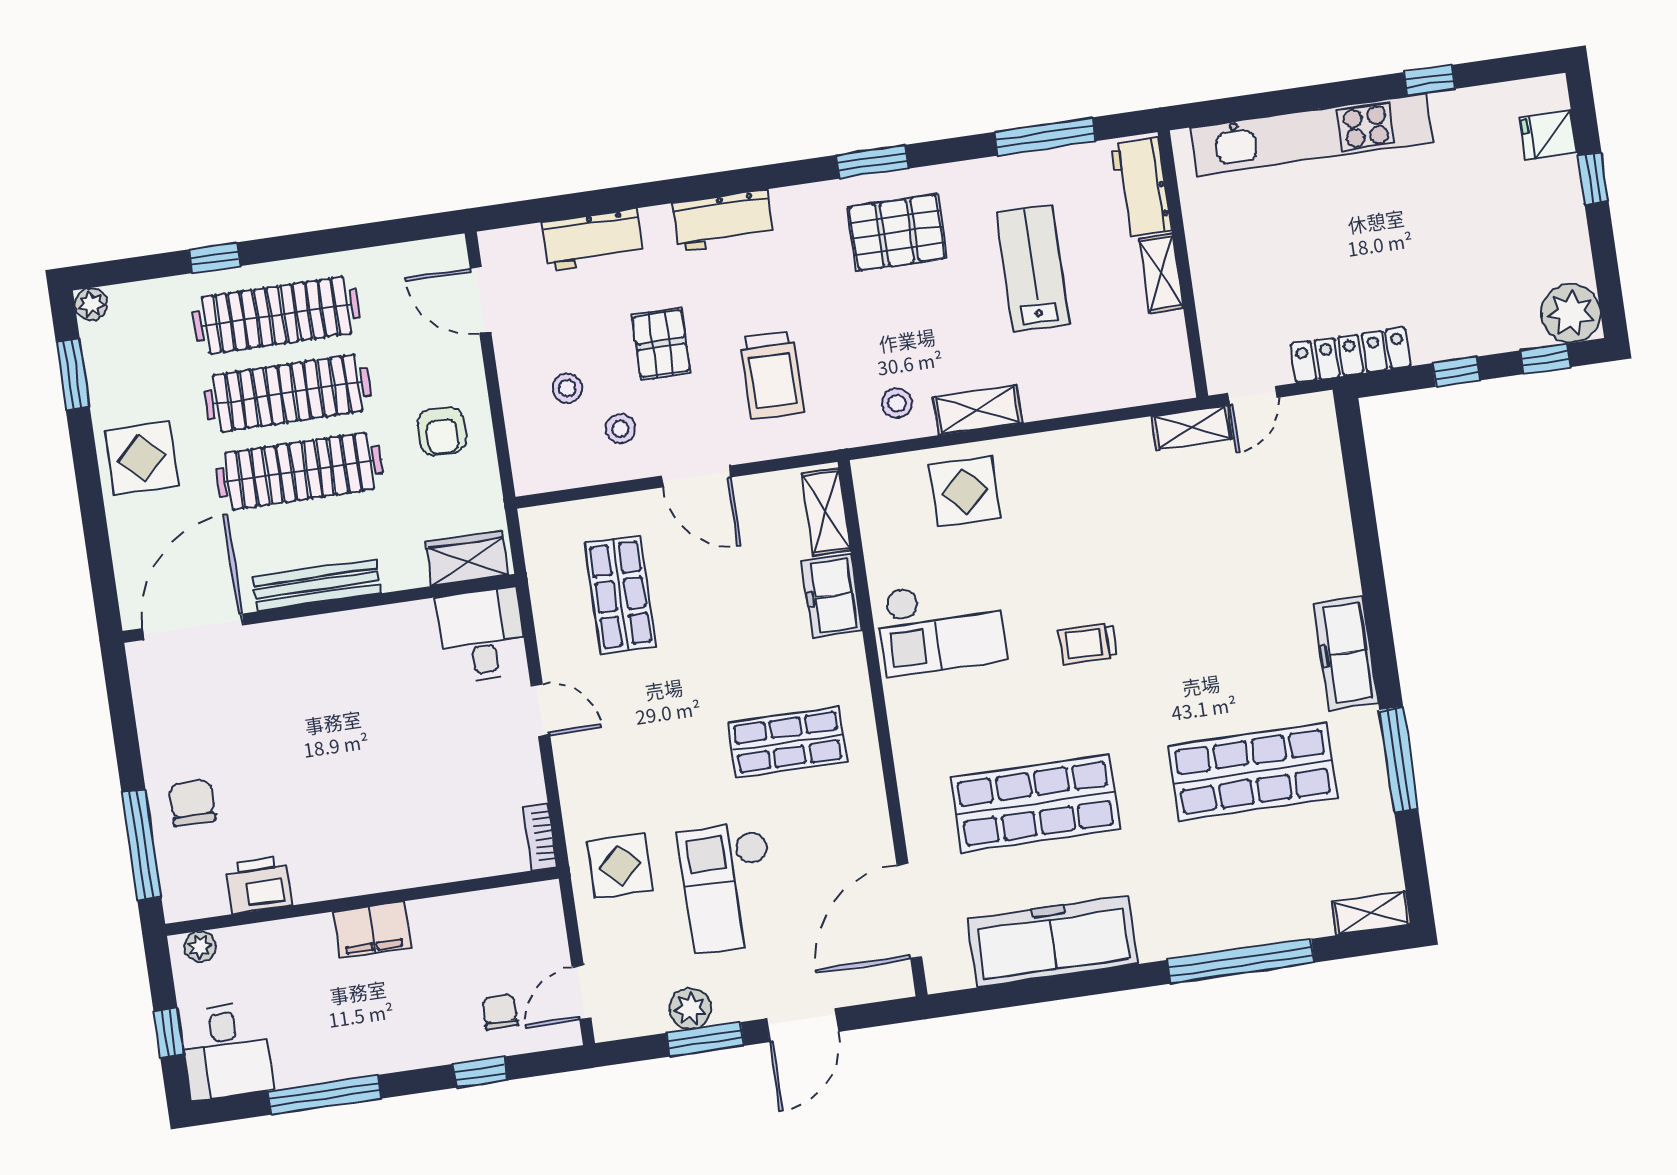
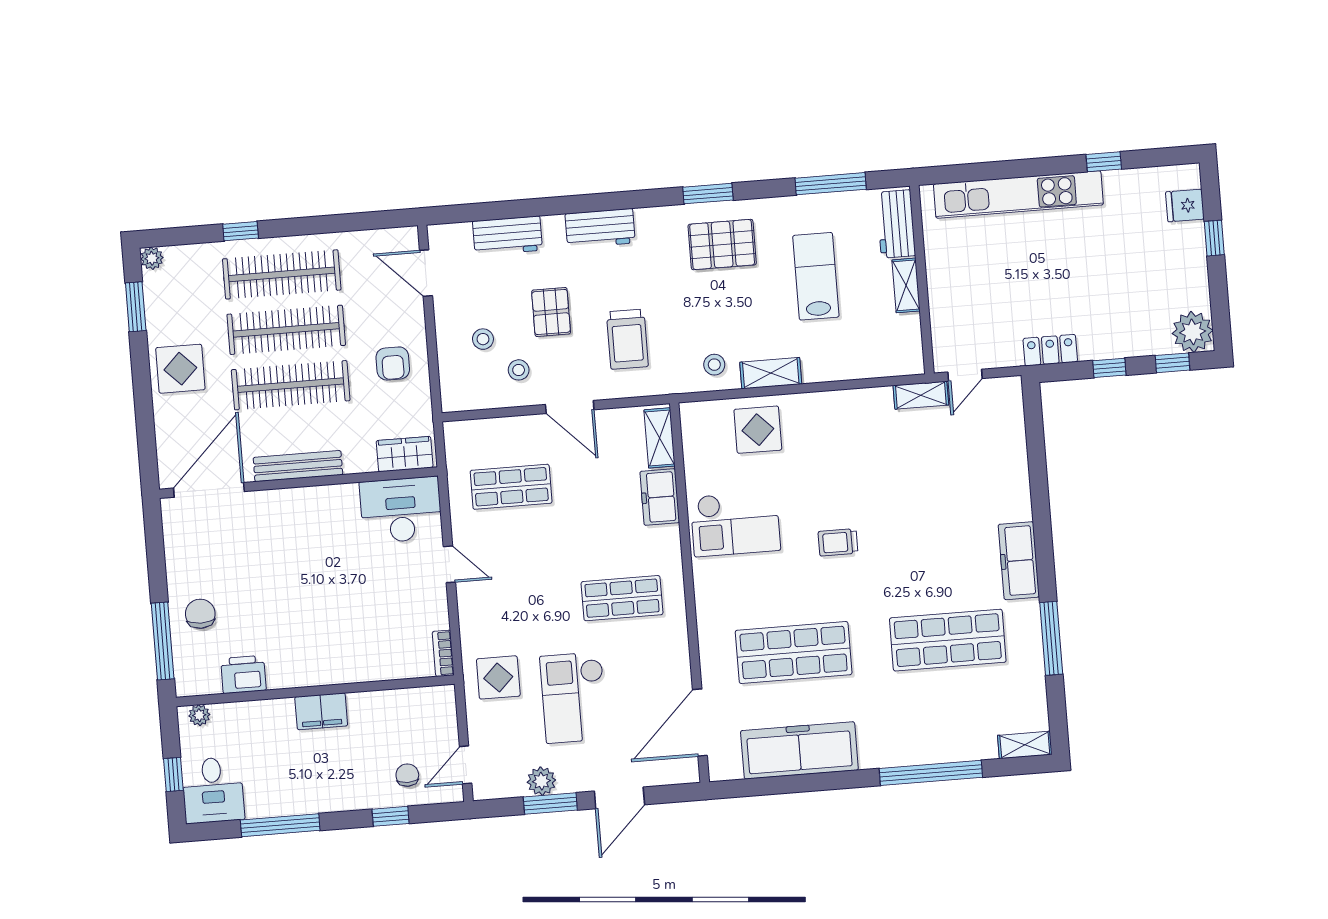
locker: (1351, 355) -> (1050, 350), width x0.66
shop shelf: (620, 595) -> (511, 487), turned 90
desk: (482, 635) -> (401, 510), width x1.37

